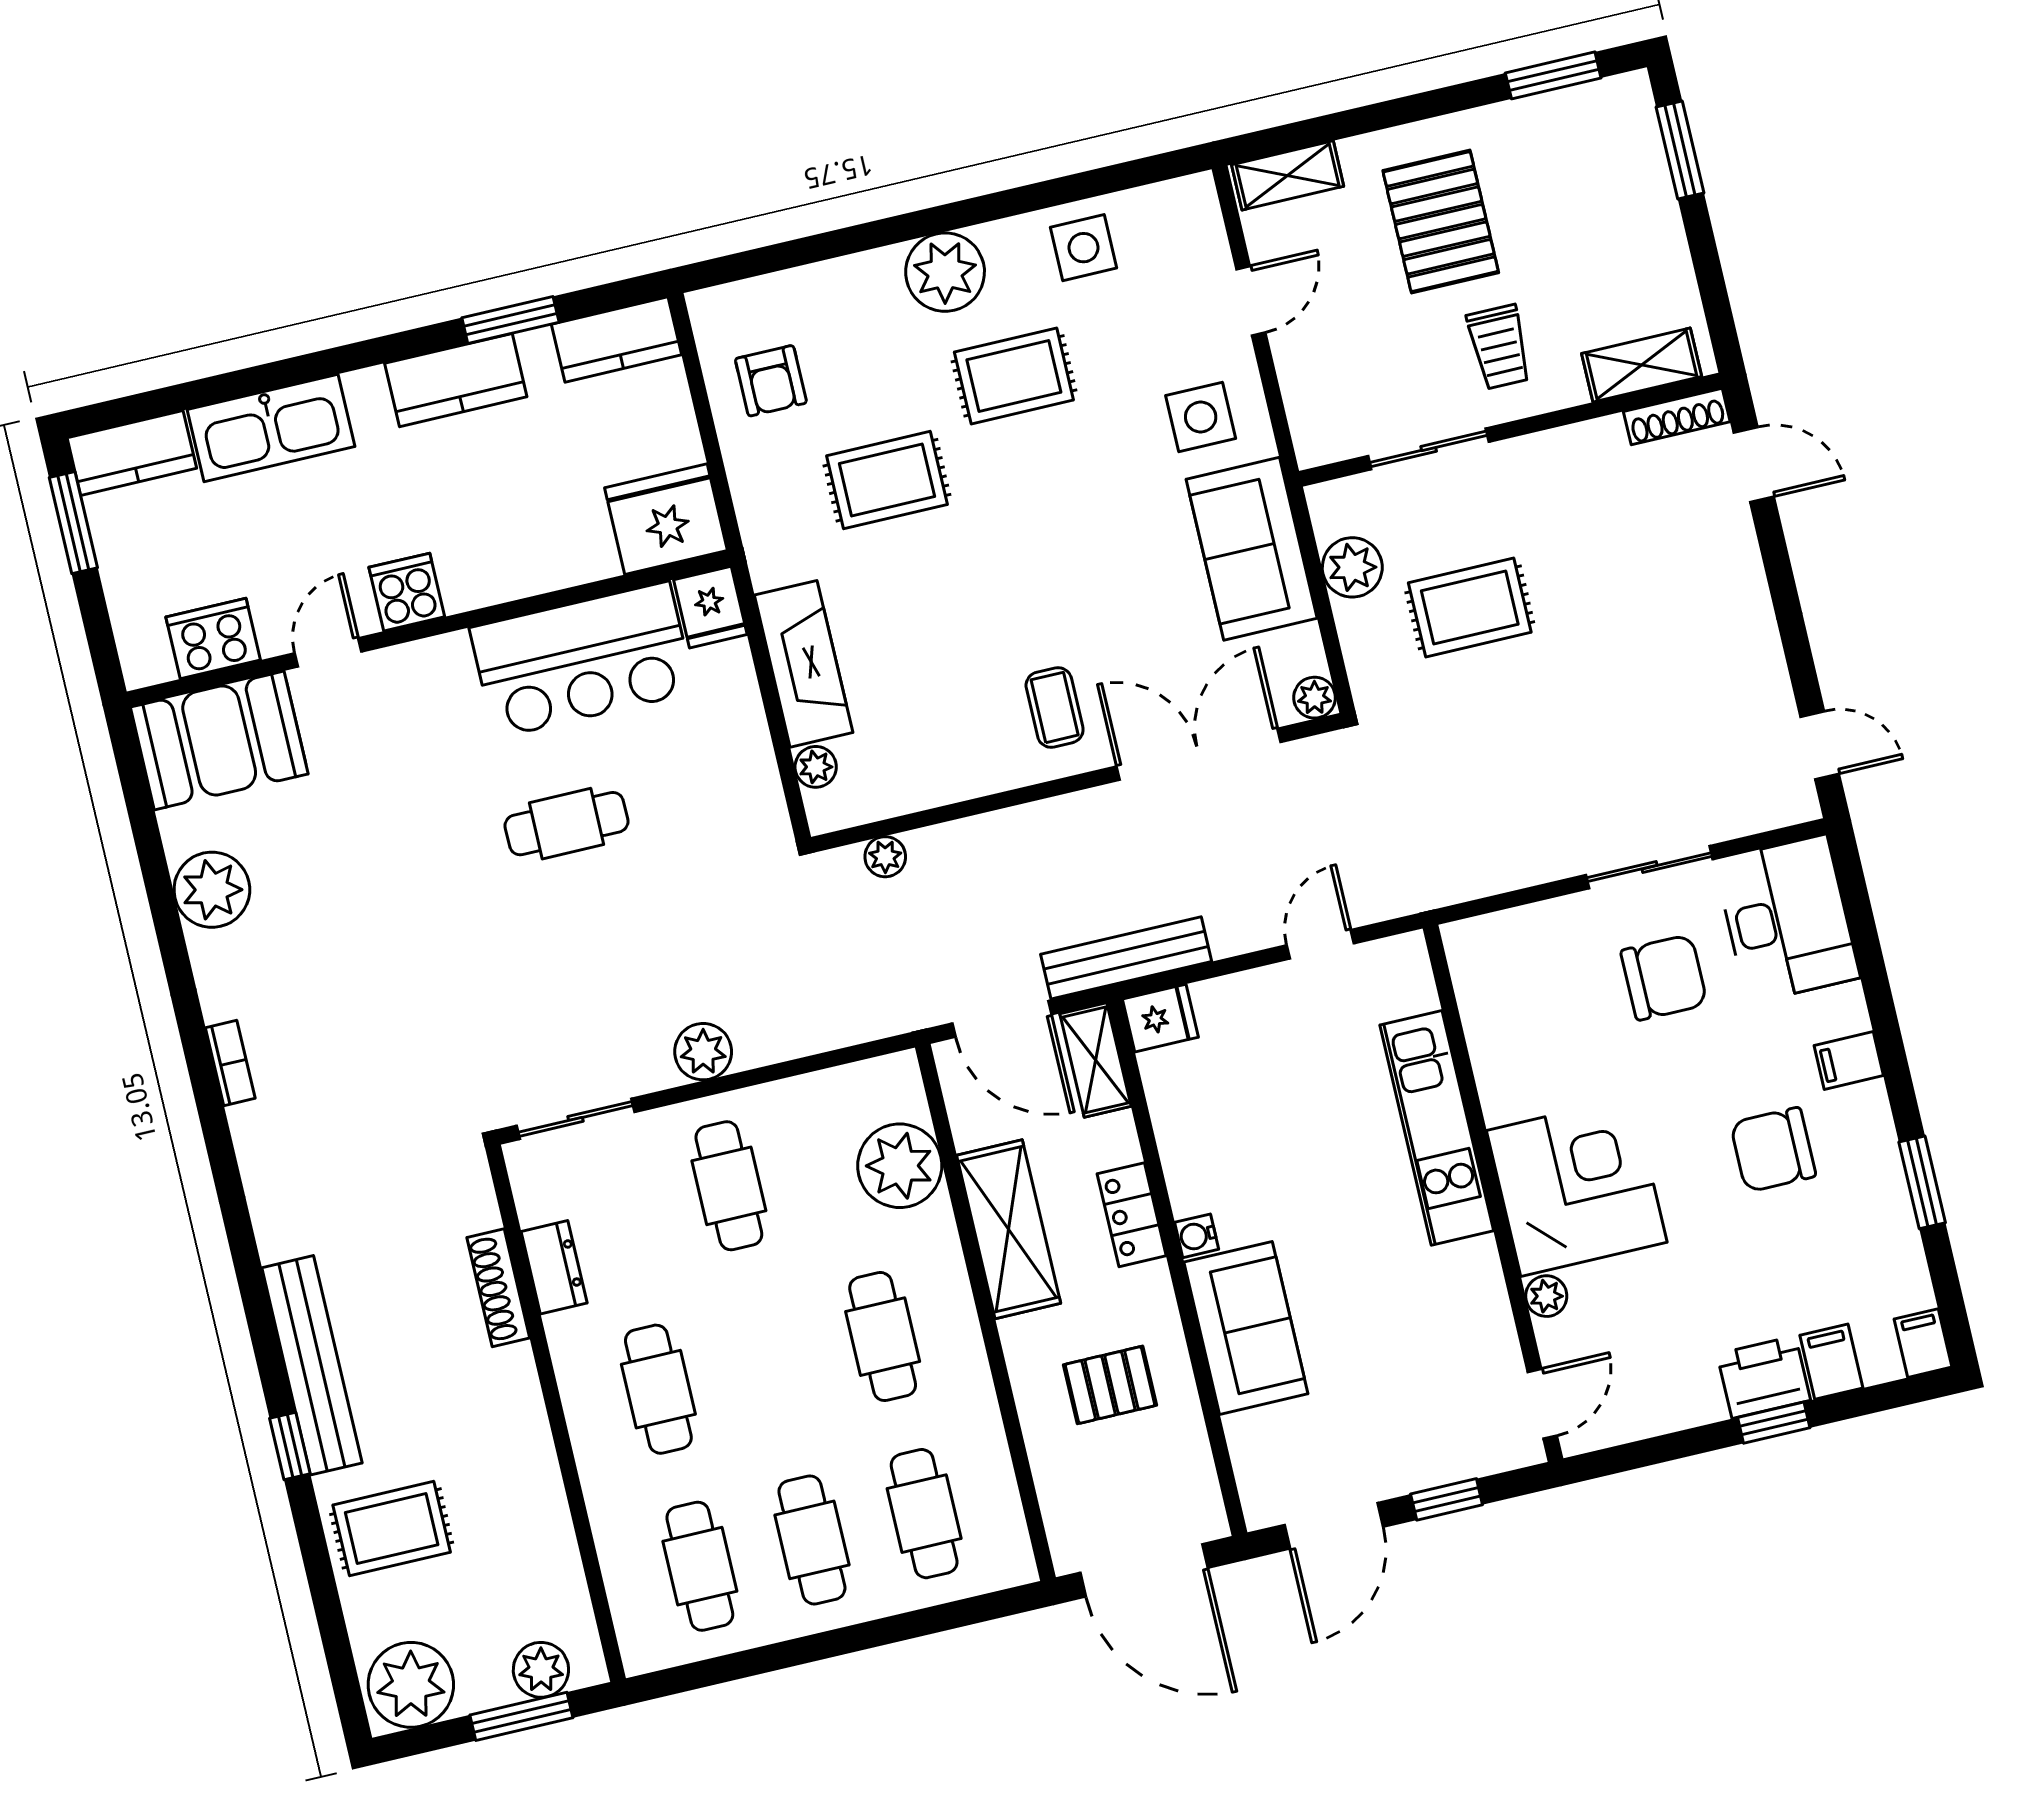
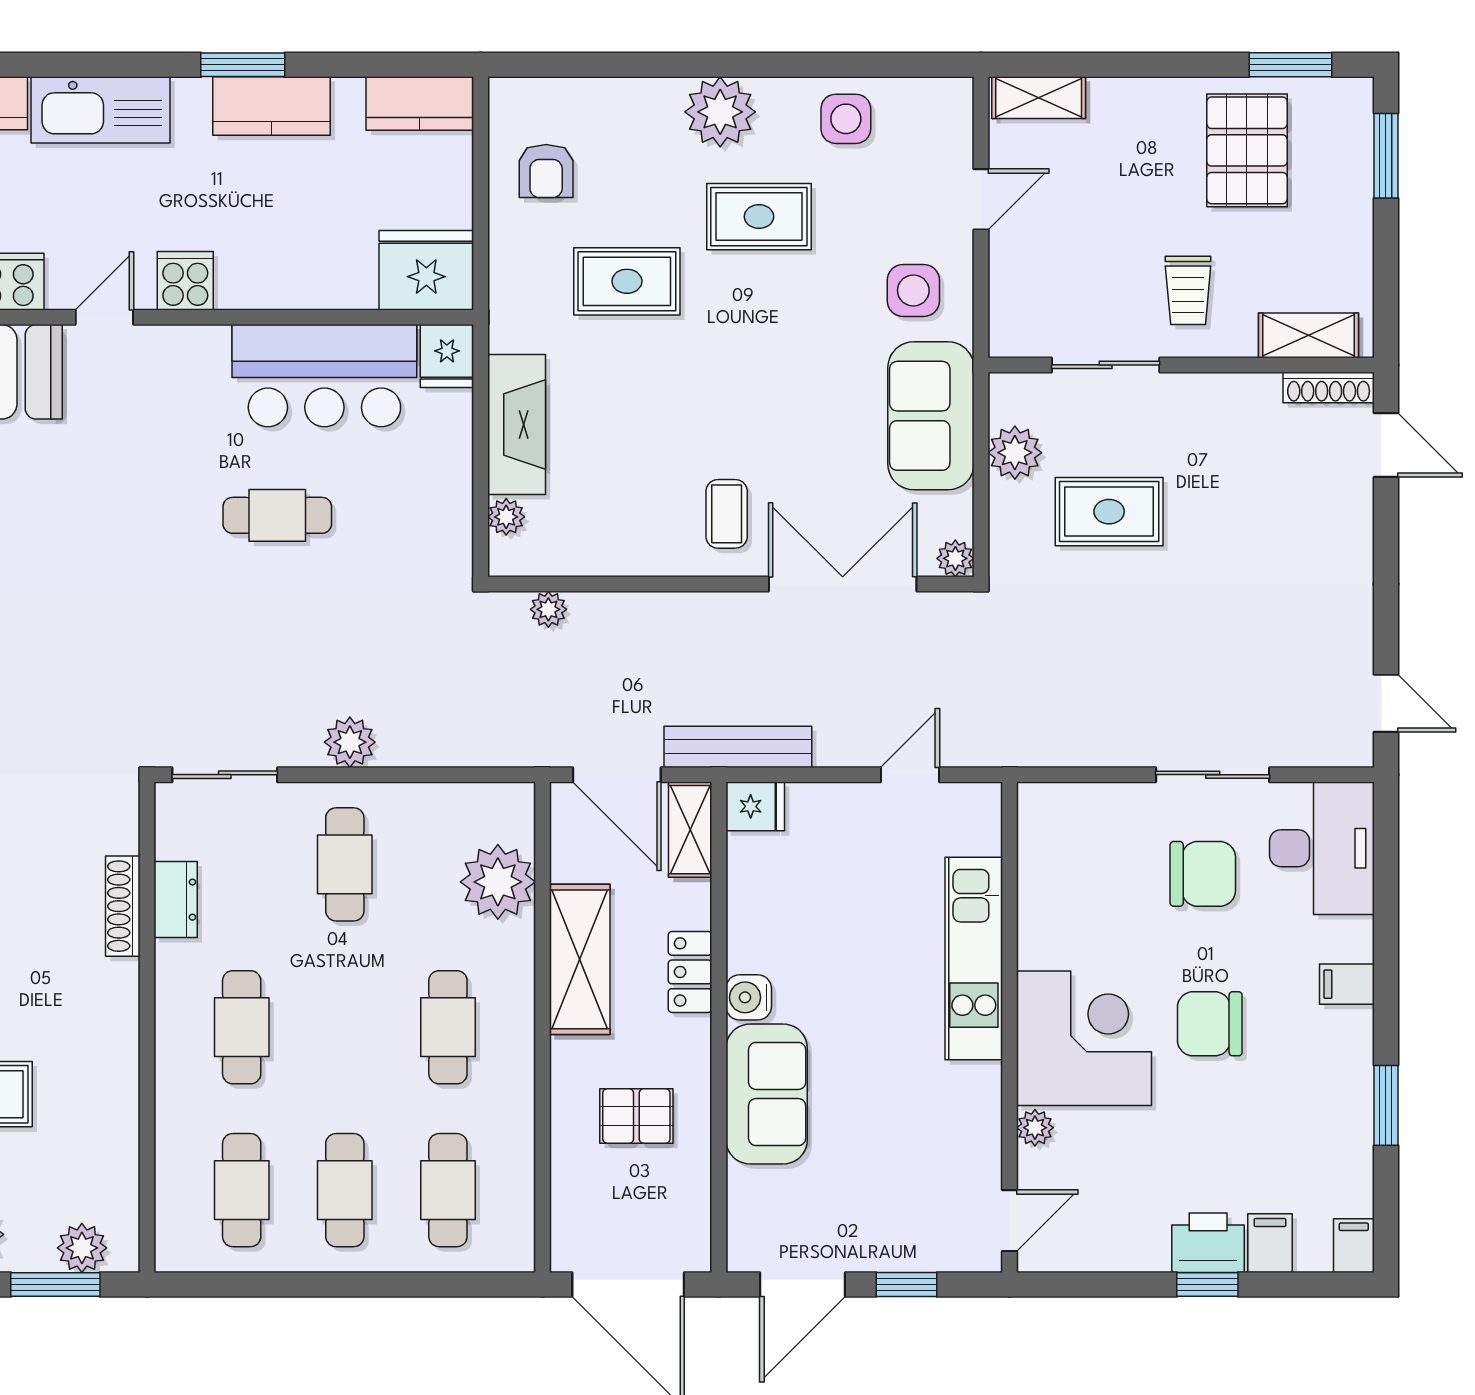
pallet: (1441, 222) -> (1247, 150), moved
window: (510, 320) -> (243, 65), moved
chair: (1773, 1150) -> (1210, 1024), moved
water cooler: (1197, 1236) -> (749, 997), width x1.38, depth x1.38

